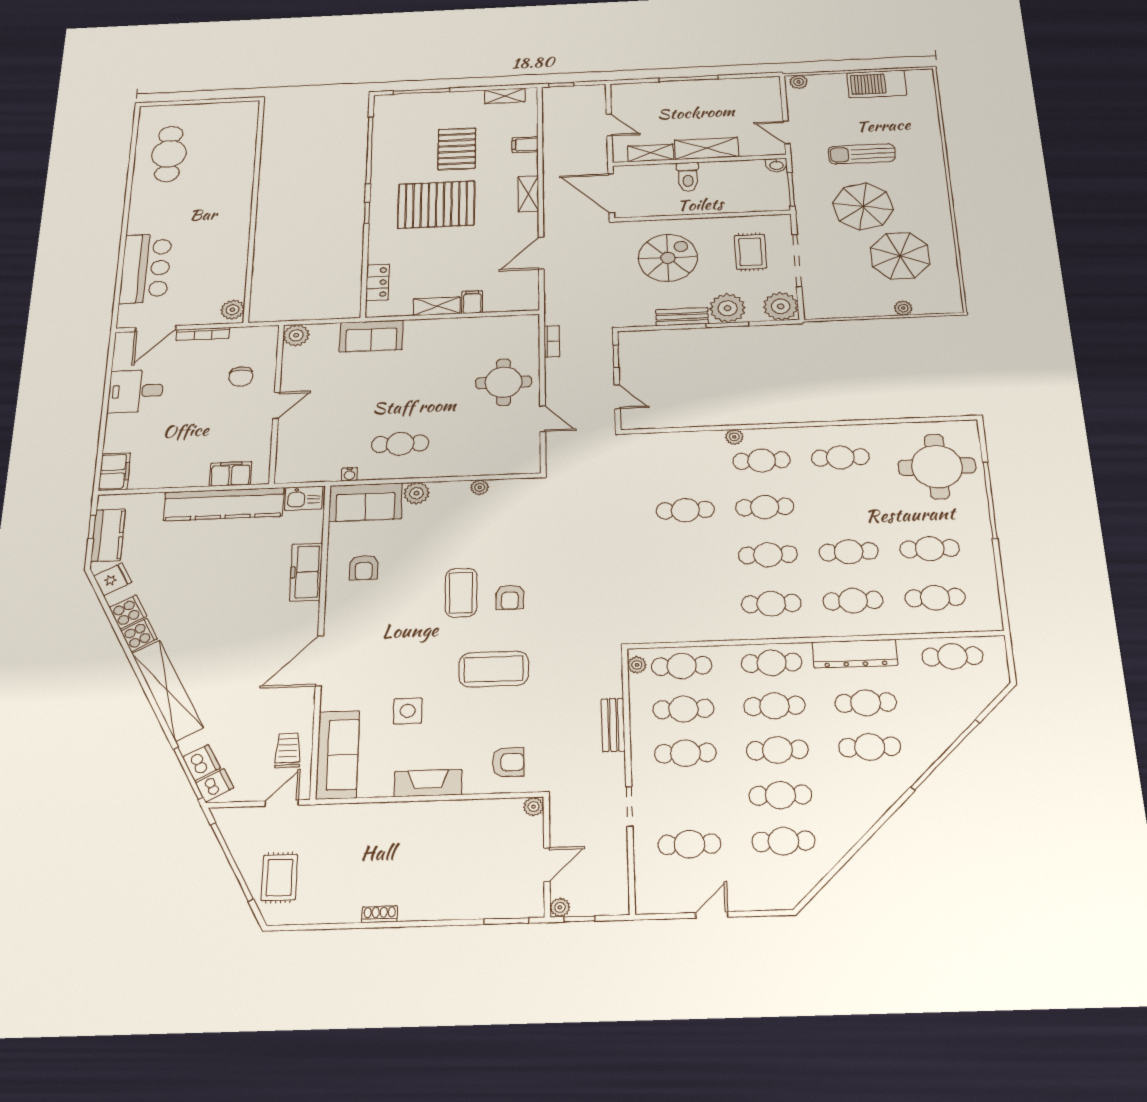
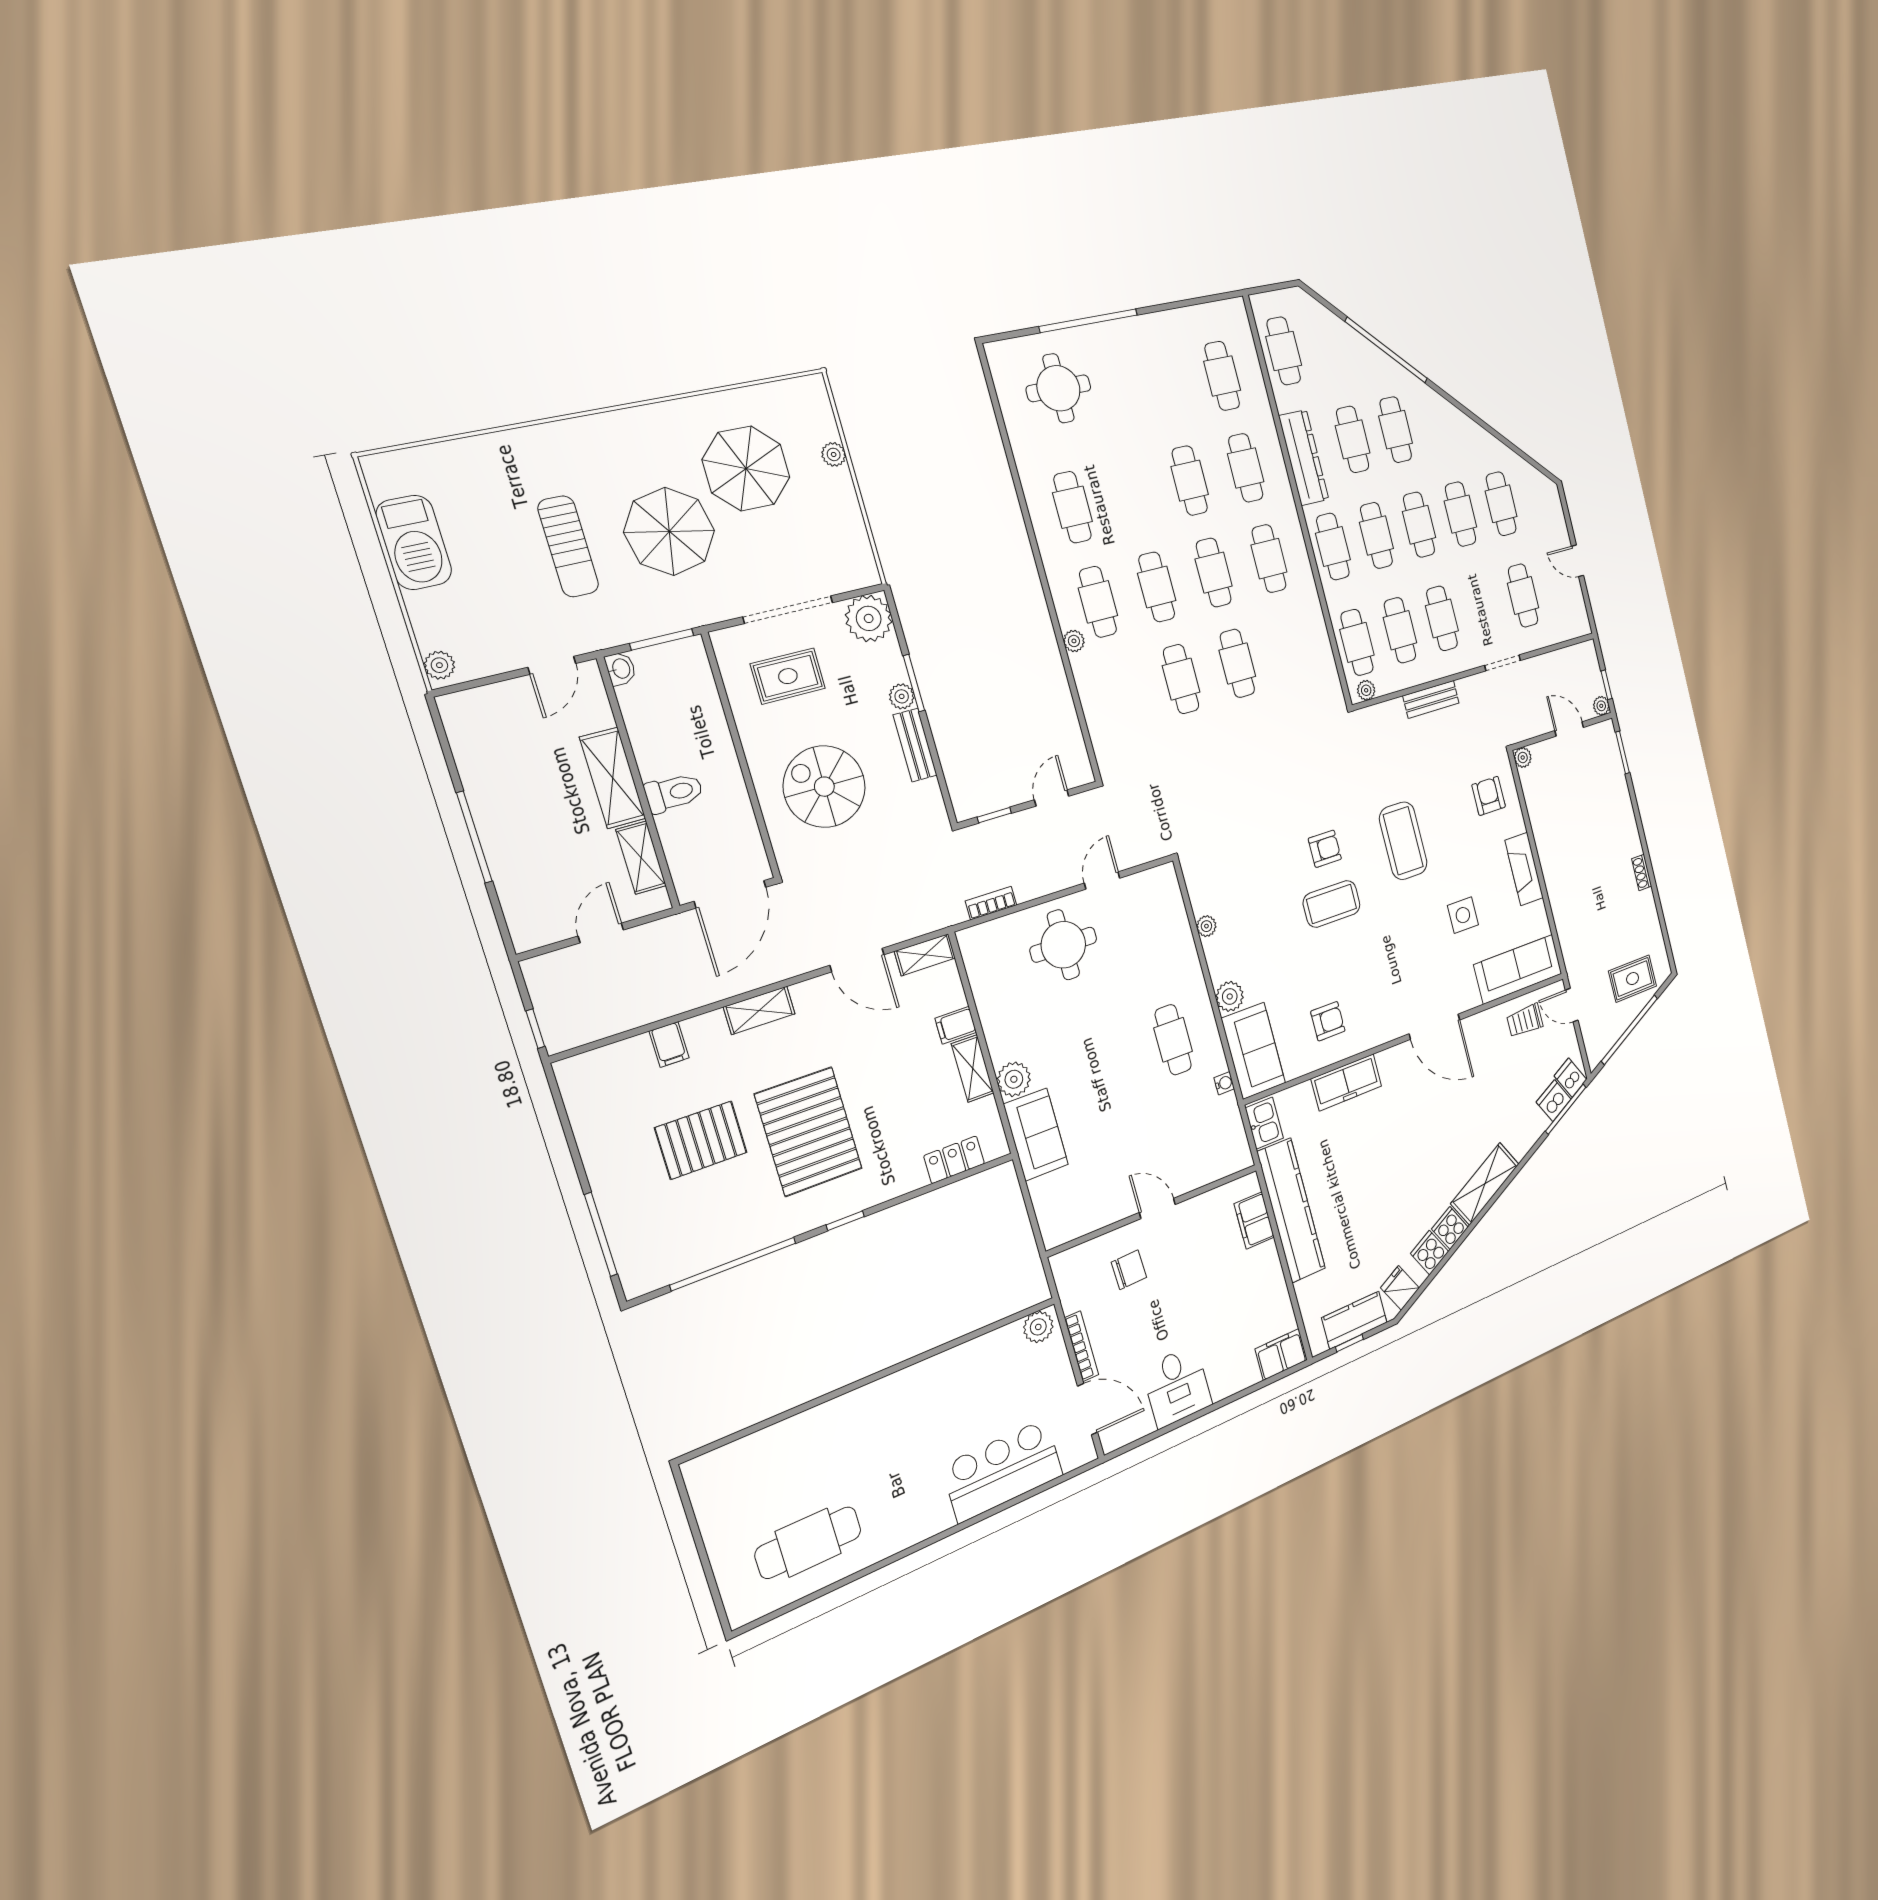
shelving: (505, 96) -> (925, 955), moved, turned 90
plant: (728, 308) -> (902, 696), width x0.53, depth x0.53
plant: (296, 335) -> (1014, 1079), moved
round table: (937, 467) -> (1058, 388), width x0.73, depth x0.73
cafe table: (930, 549) -> (1237, 663), moved
shelving: (167, 690) -> (1485, 1184), width x0.68

